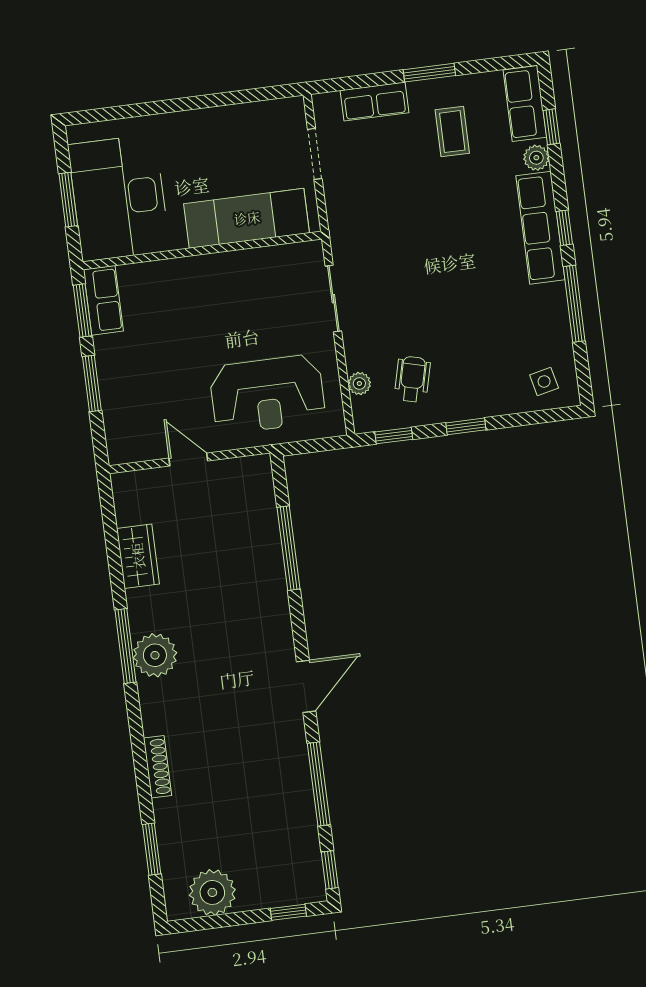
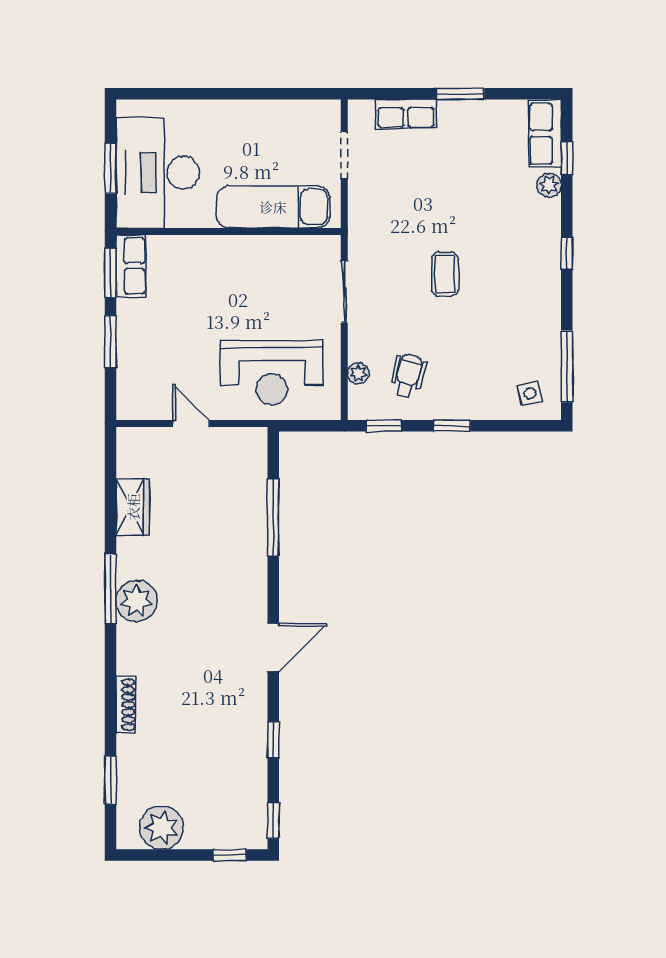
coffee table: (452, 132) -> (445, 274), moved
row of seats: (540, 228) -> (545, 251), removed
window: (574, 304) -> (567, 366), moved
window: (319, 784) -> (273, 740), width x0.46

